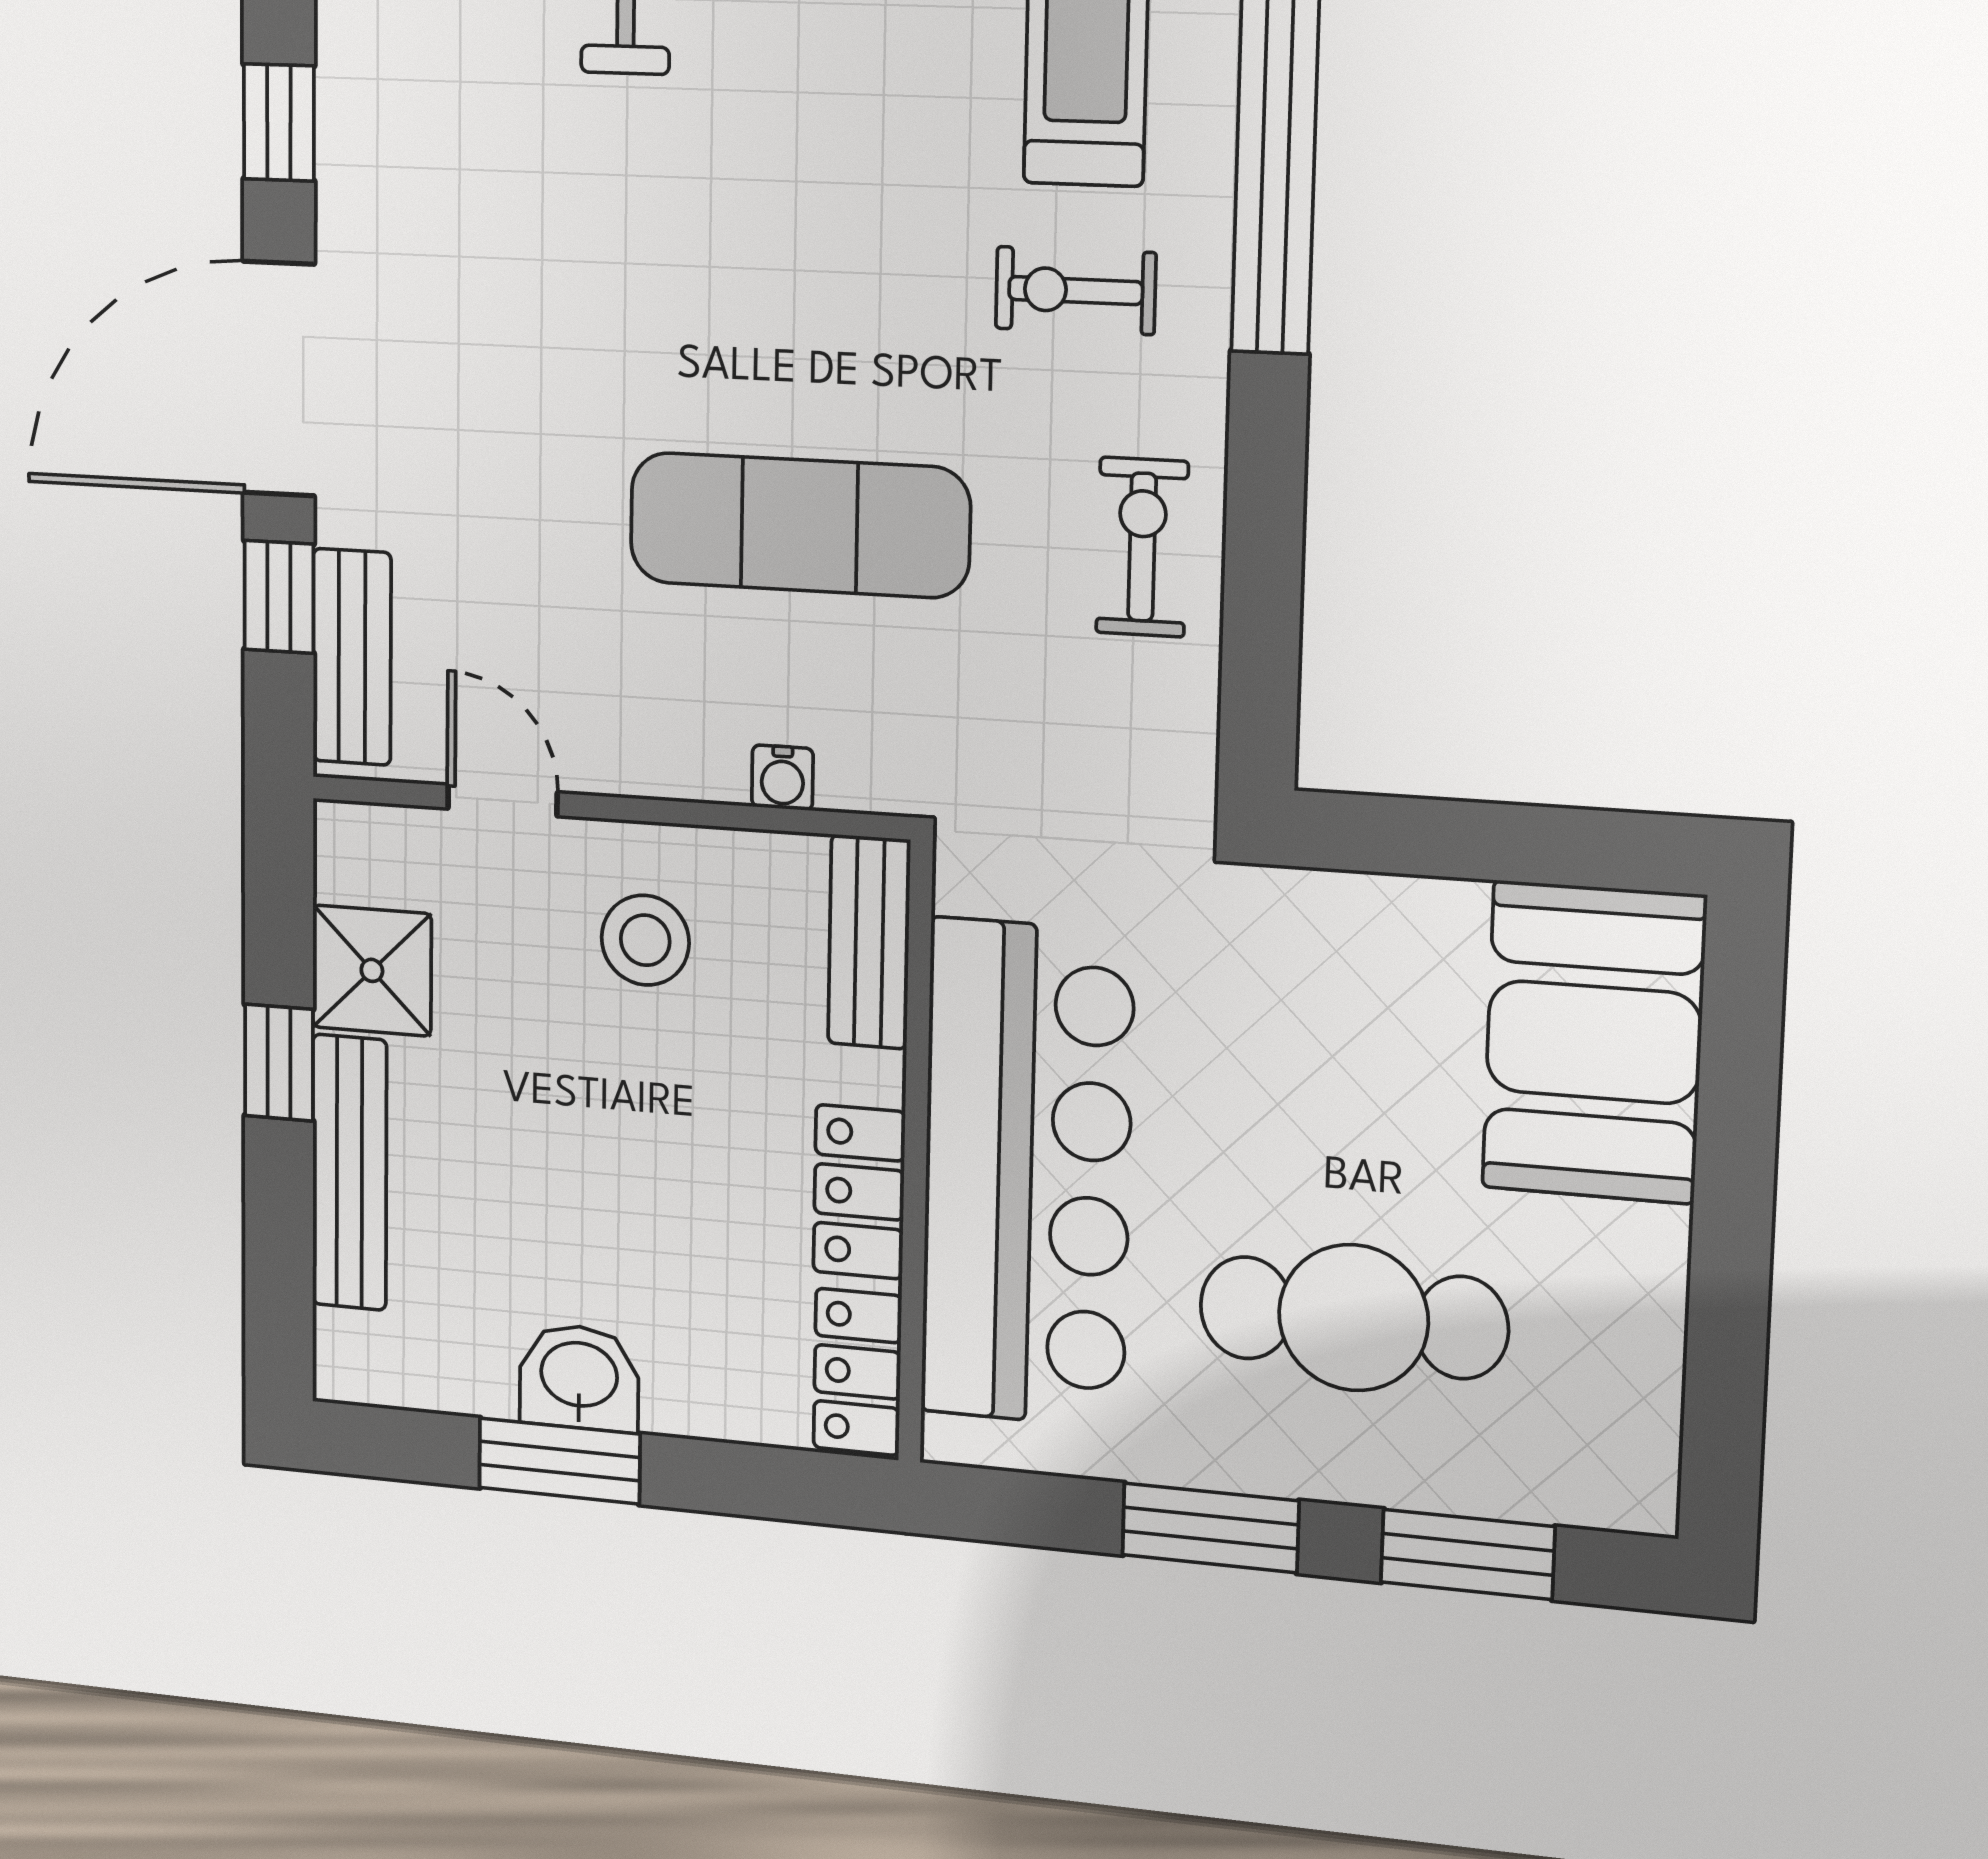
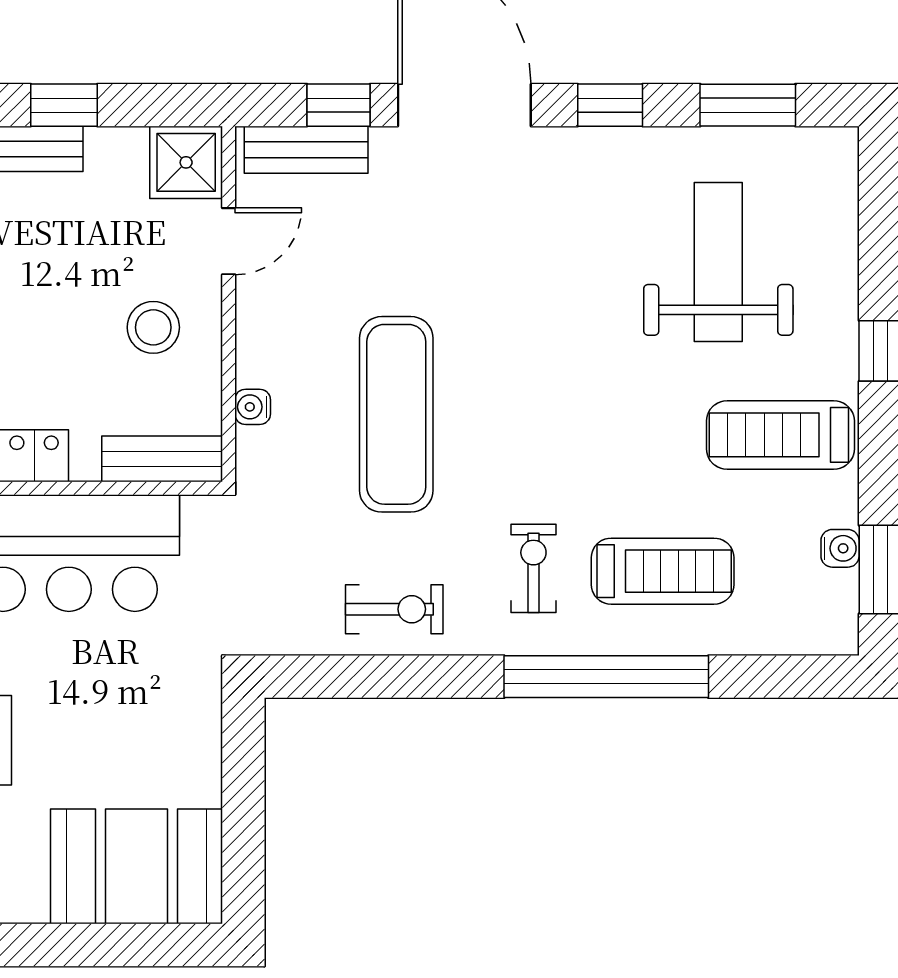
shower: (372, 970) -> (186, 162), moved

